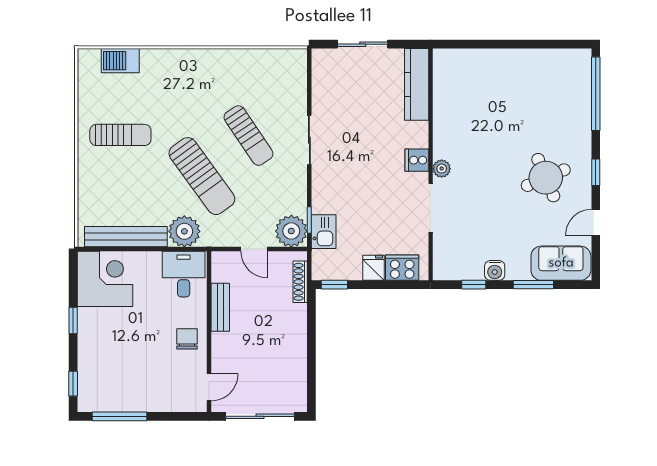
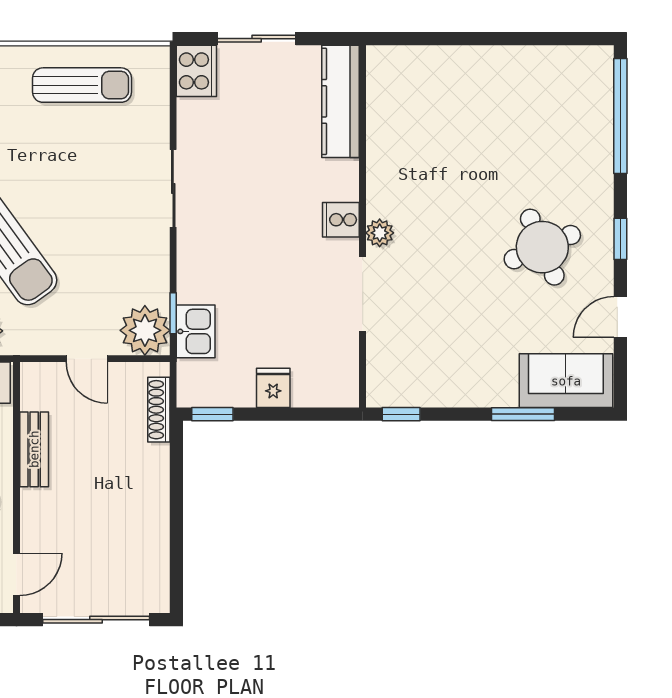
sun lounger: (248, 136) -> (82, 85), moved, turned -56
cooker: (402, 268) -> (196, 71), moved, turned 90
water cooler: (495, 270) -> (463, 392), removed
window: (474, 285) -> (401, 414), moved

